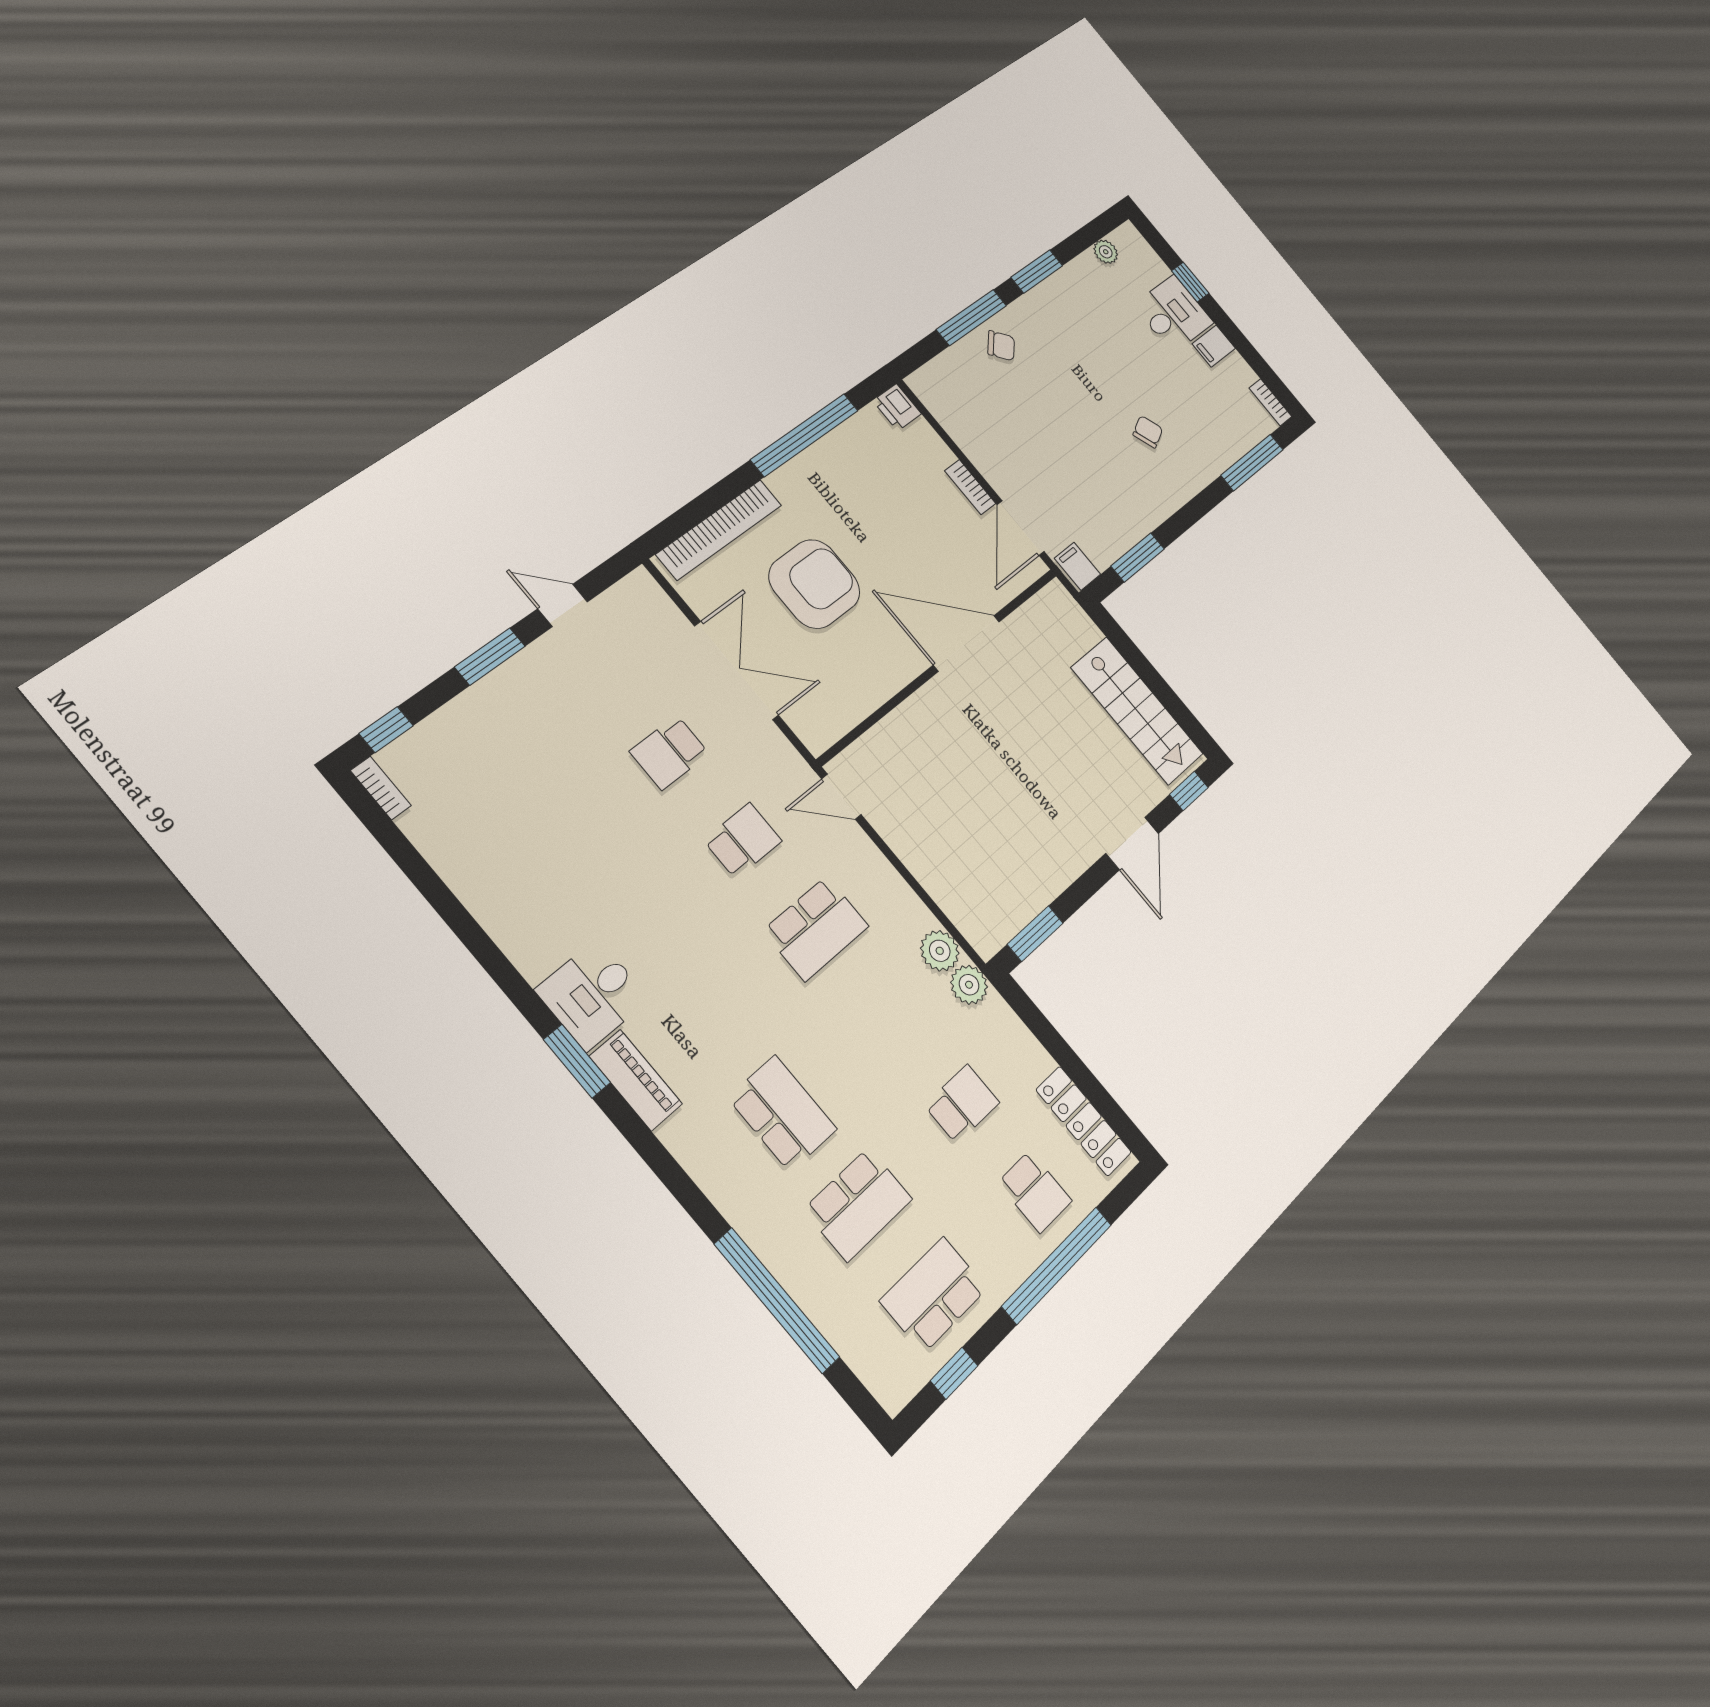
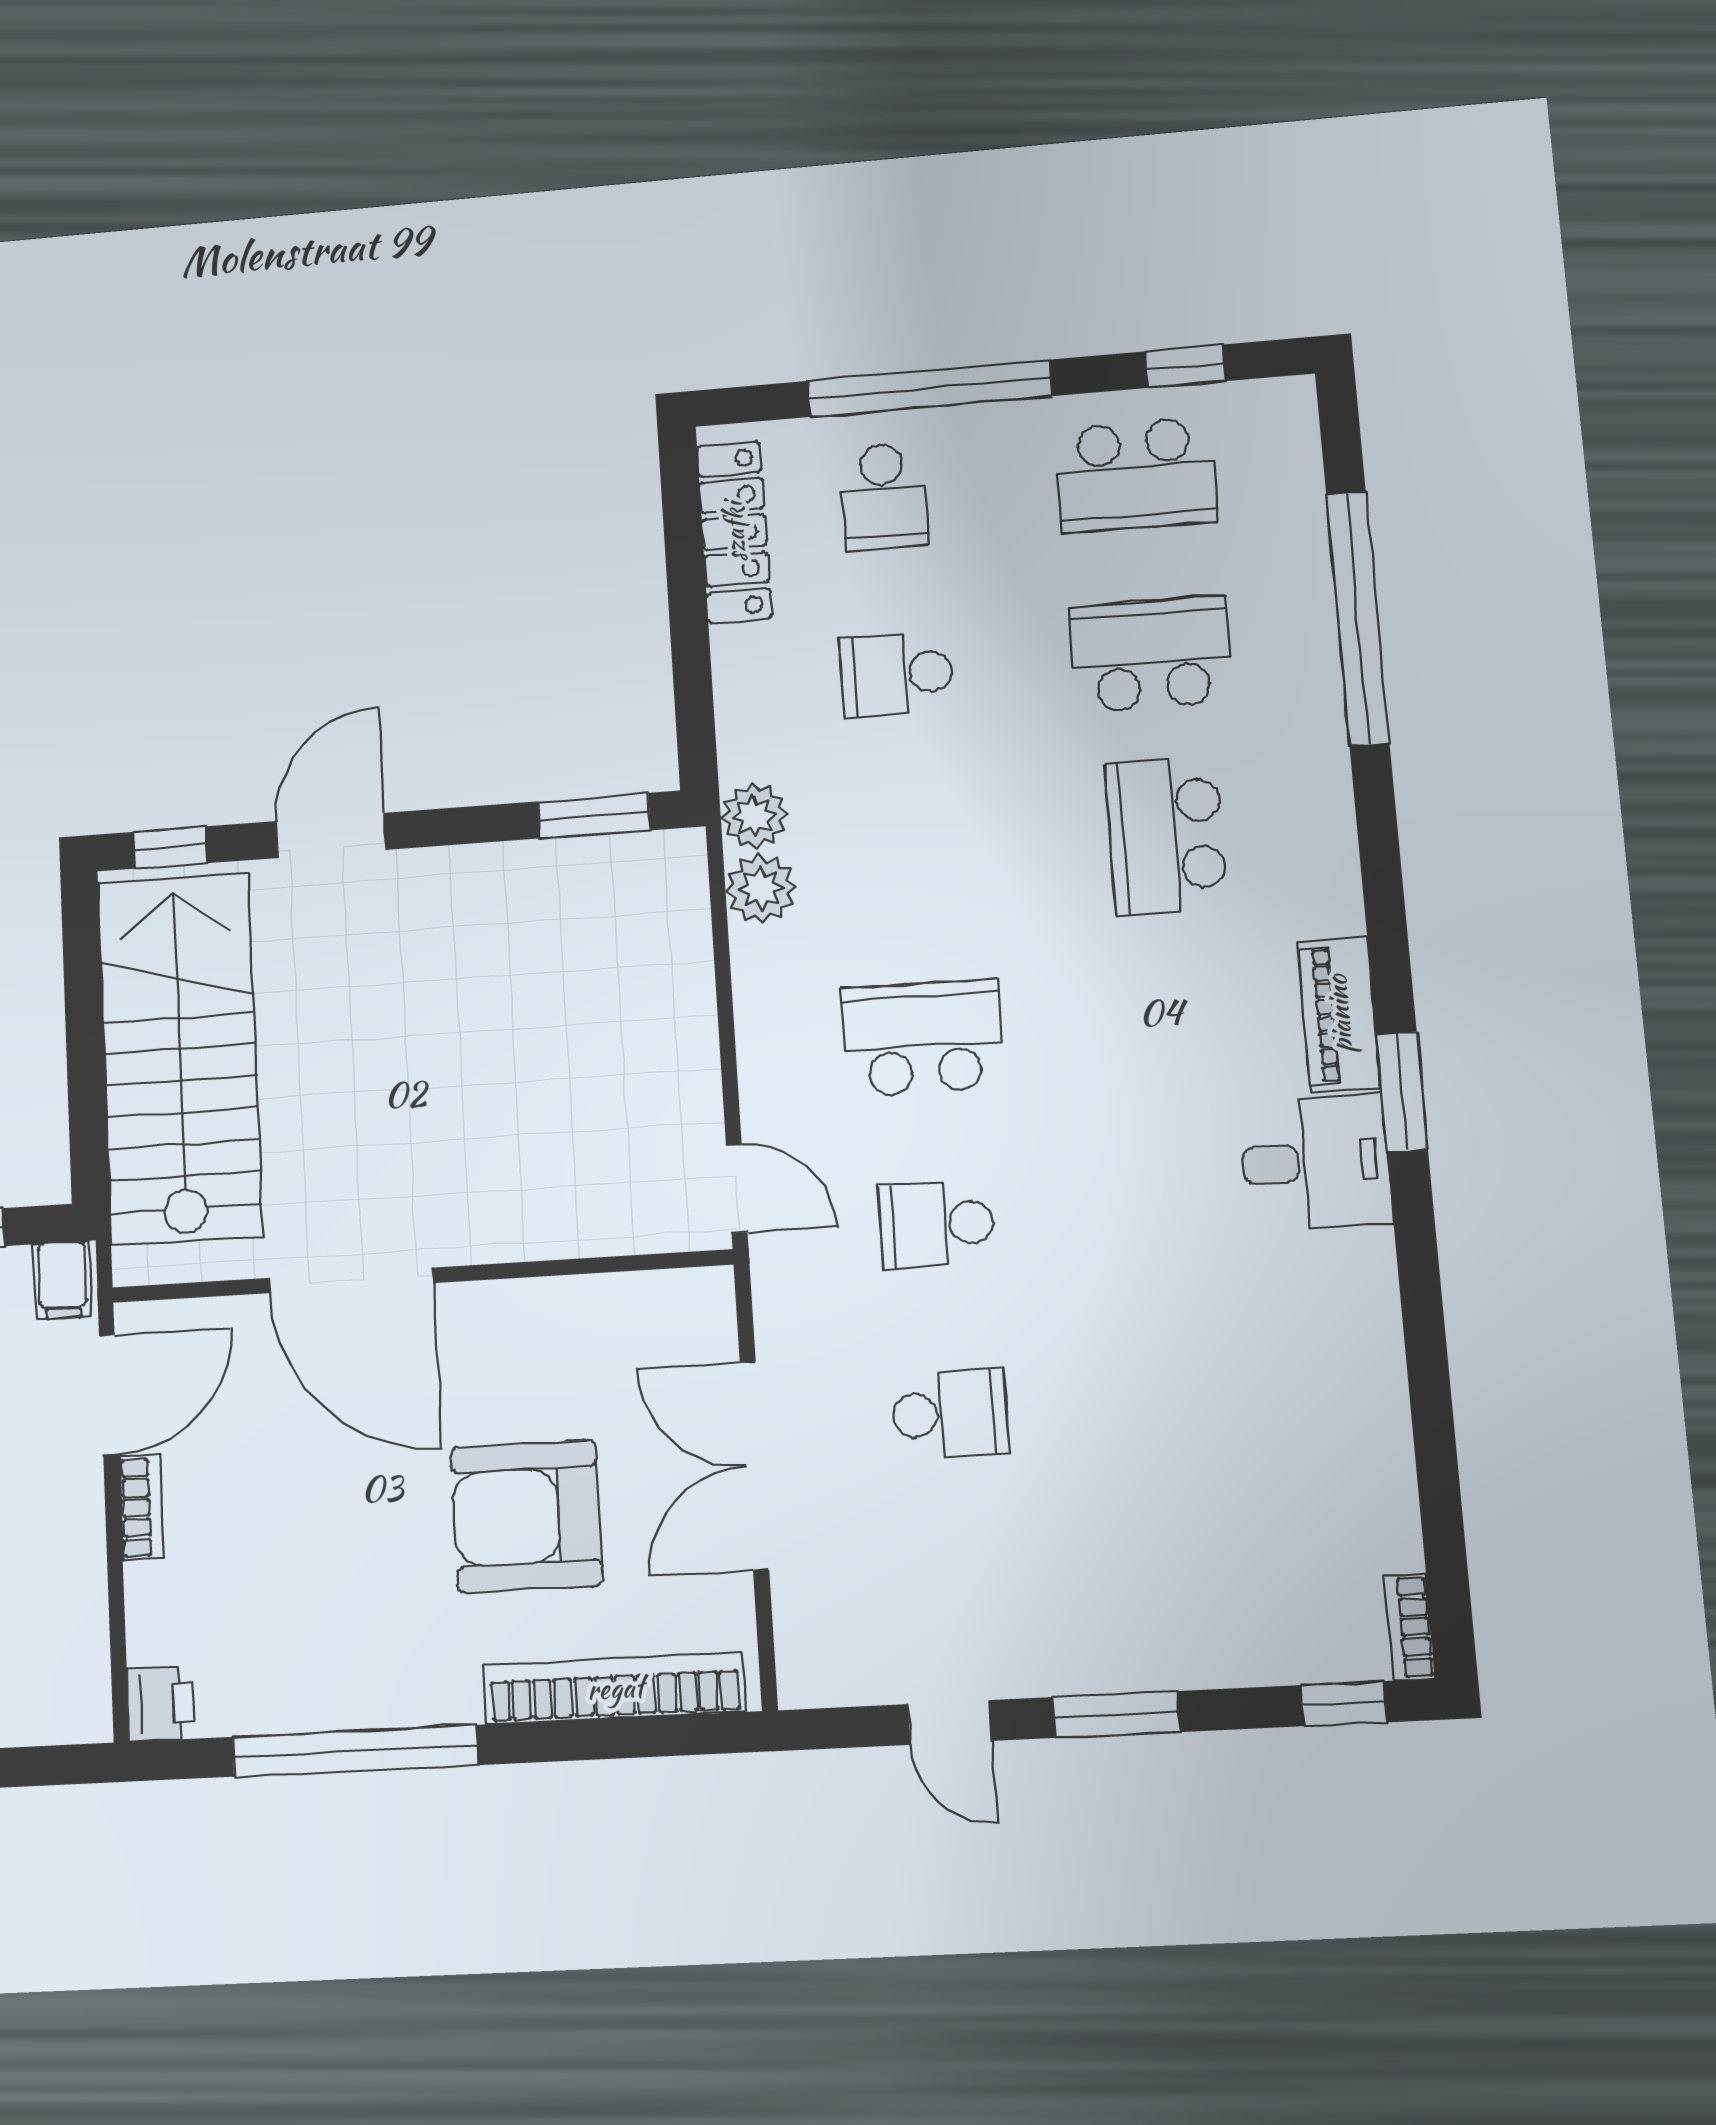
stairs: (1137, 711) -> (180, 1058), width x1.36, depth x1.51
school desk: (1035, 1192) -> (883, 496), turned 180

